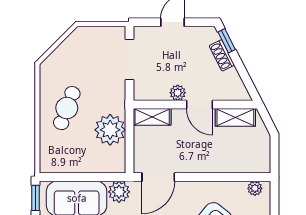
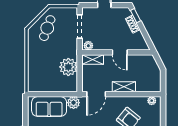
plant: (178, 93) -> (88, 46), moved
cafe table: (67, 108) -> (47, 28), moved
shelving: (235, 117) -> (124, 87), moved
window: (35, 198) -> (25, 106), removed

